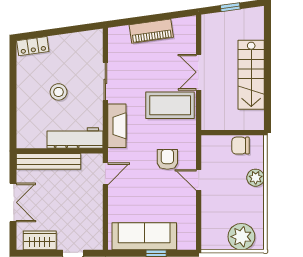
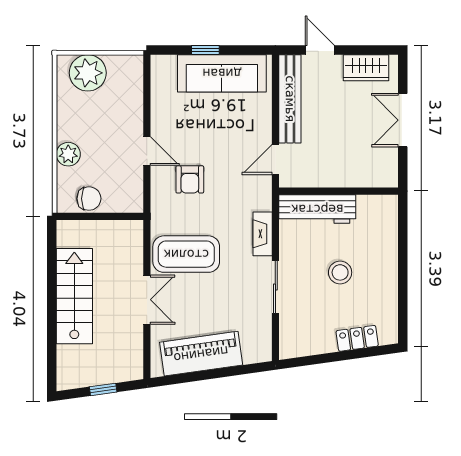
piano: (151, 31) -> (201, 354), width x1.37, depth x1.33
locker: (33, 46) -> (357, 338), moved
fireplace: (117, 126) -> (263, 234), width x0.73, depth x0.76
bench: (48, 161) -> (290, 99), moved, turned 90

